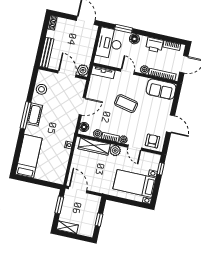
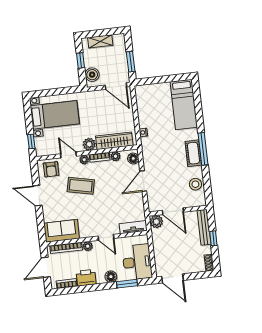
window: (42, 41) -> (213, 238), added
coffee table: (126, 104) -> (81, 186), moved
boiler: (94, 205) -> (92, 75), added
shelving: (67, 227) -> (100, 41), moved

